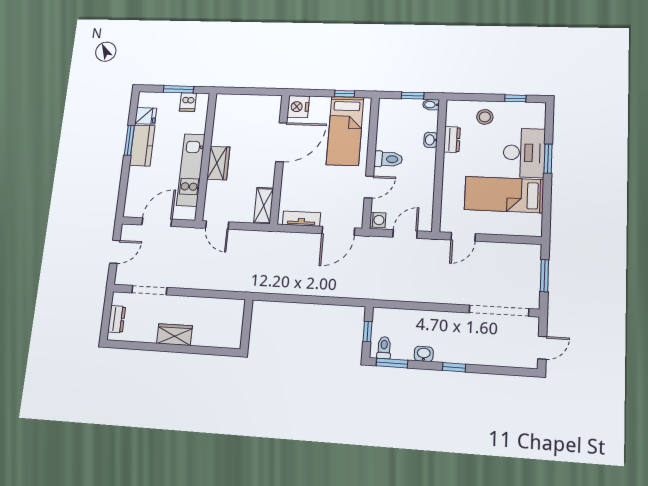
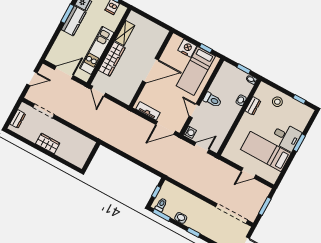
nightstand: (298, 107) -> (187, 48), moved, turned 90
door: (281, 142) -> (150, 70), moved
desk: (524, 153) -> (286, 137), width x0.73
wardrobe: (218, 163) -> (112, 59), width x1.50
door: (369, 187) -> (194, 111), swing flipped
shelving: (264, 206) -> (125, 33), moved
door: (463, 237) -> (248, 173), moved

